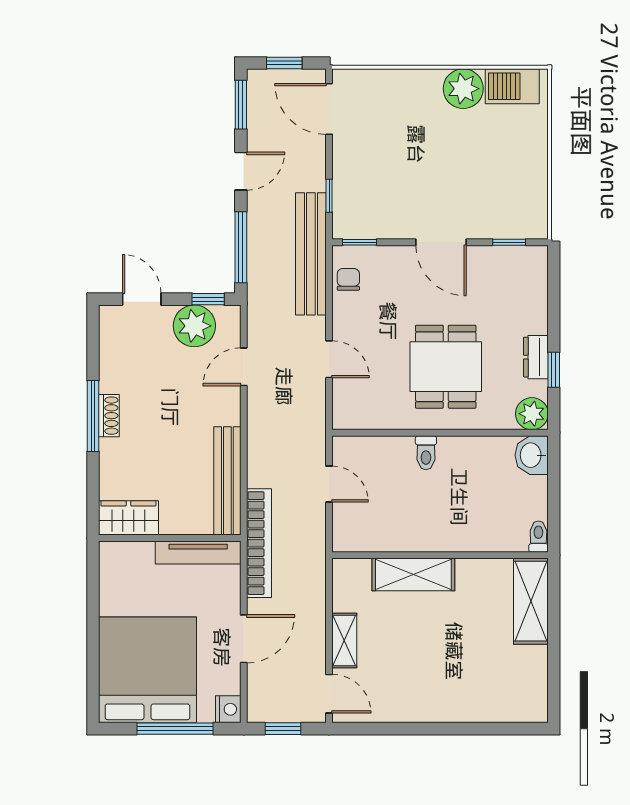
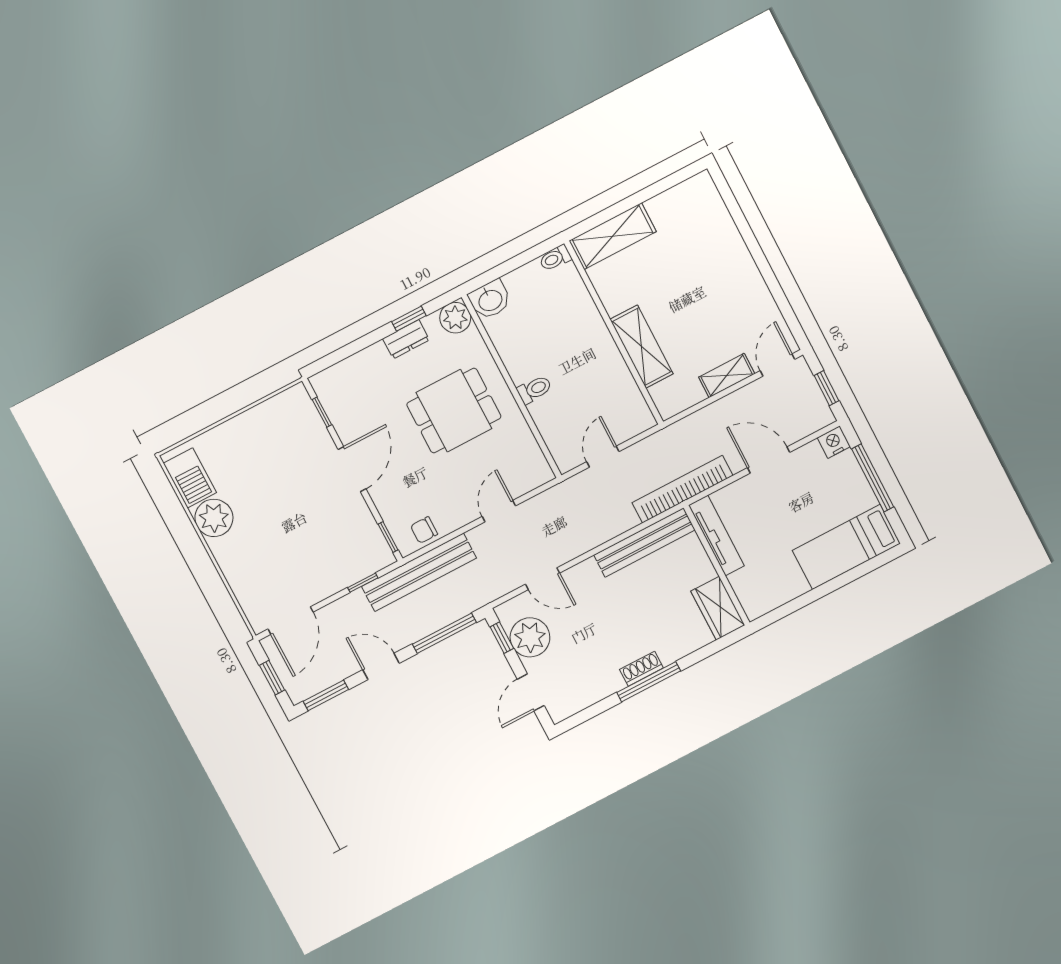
bed: (147, 670) -> (846, 547), width x0.49

